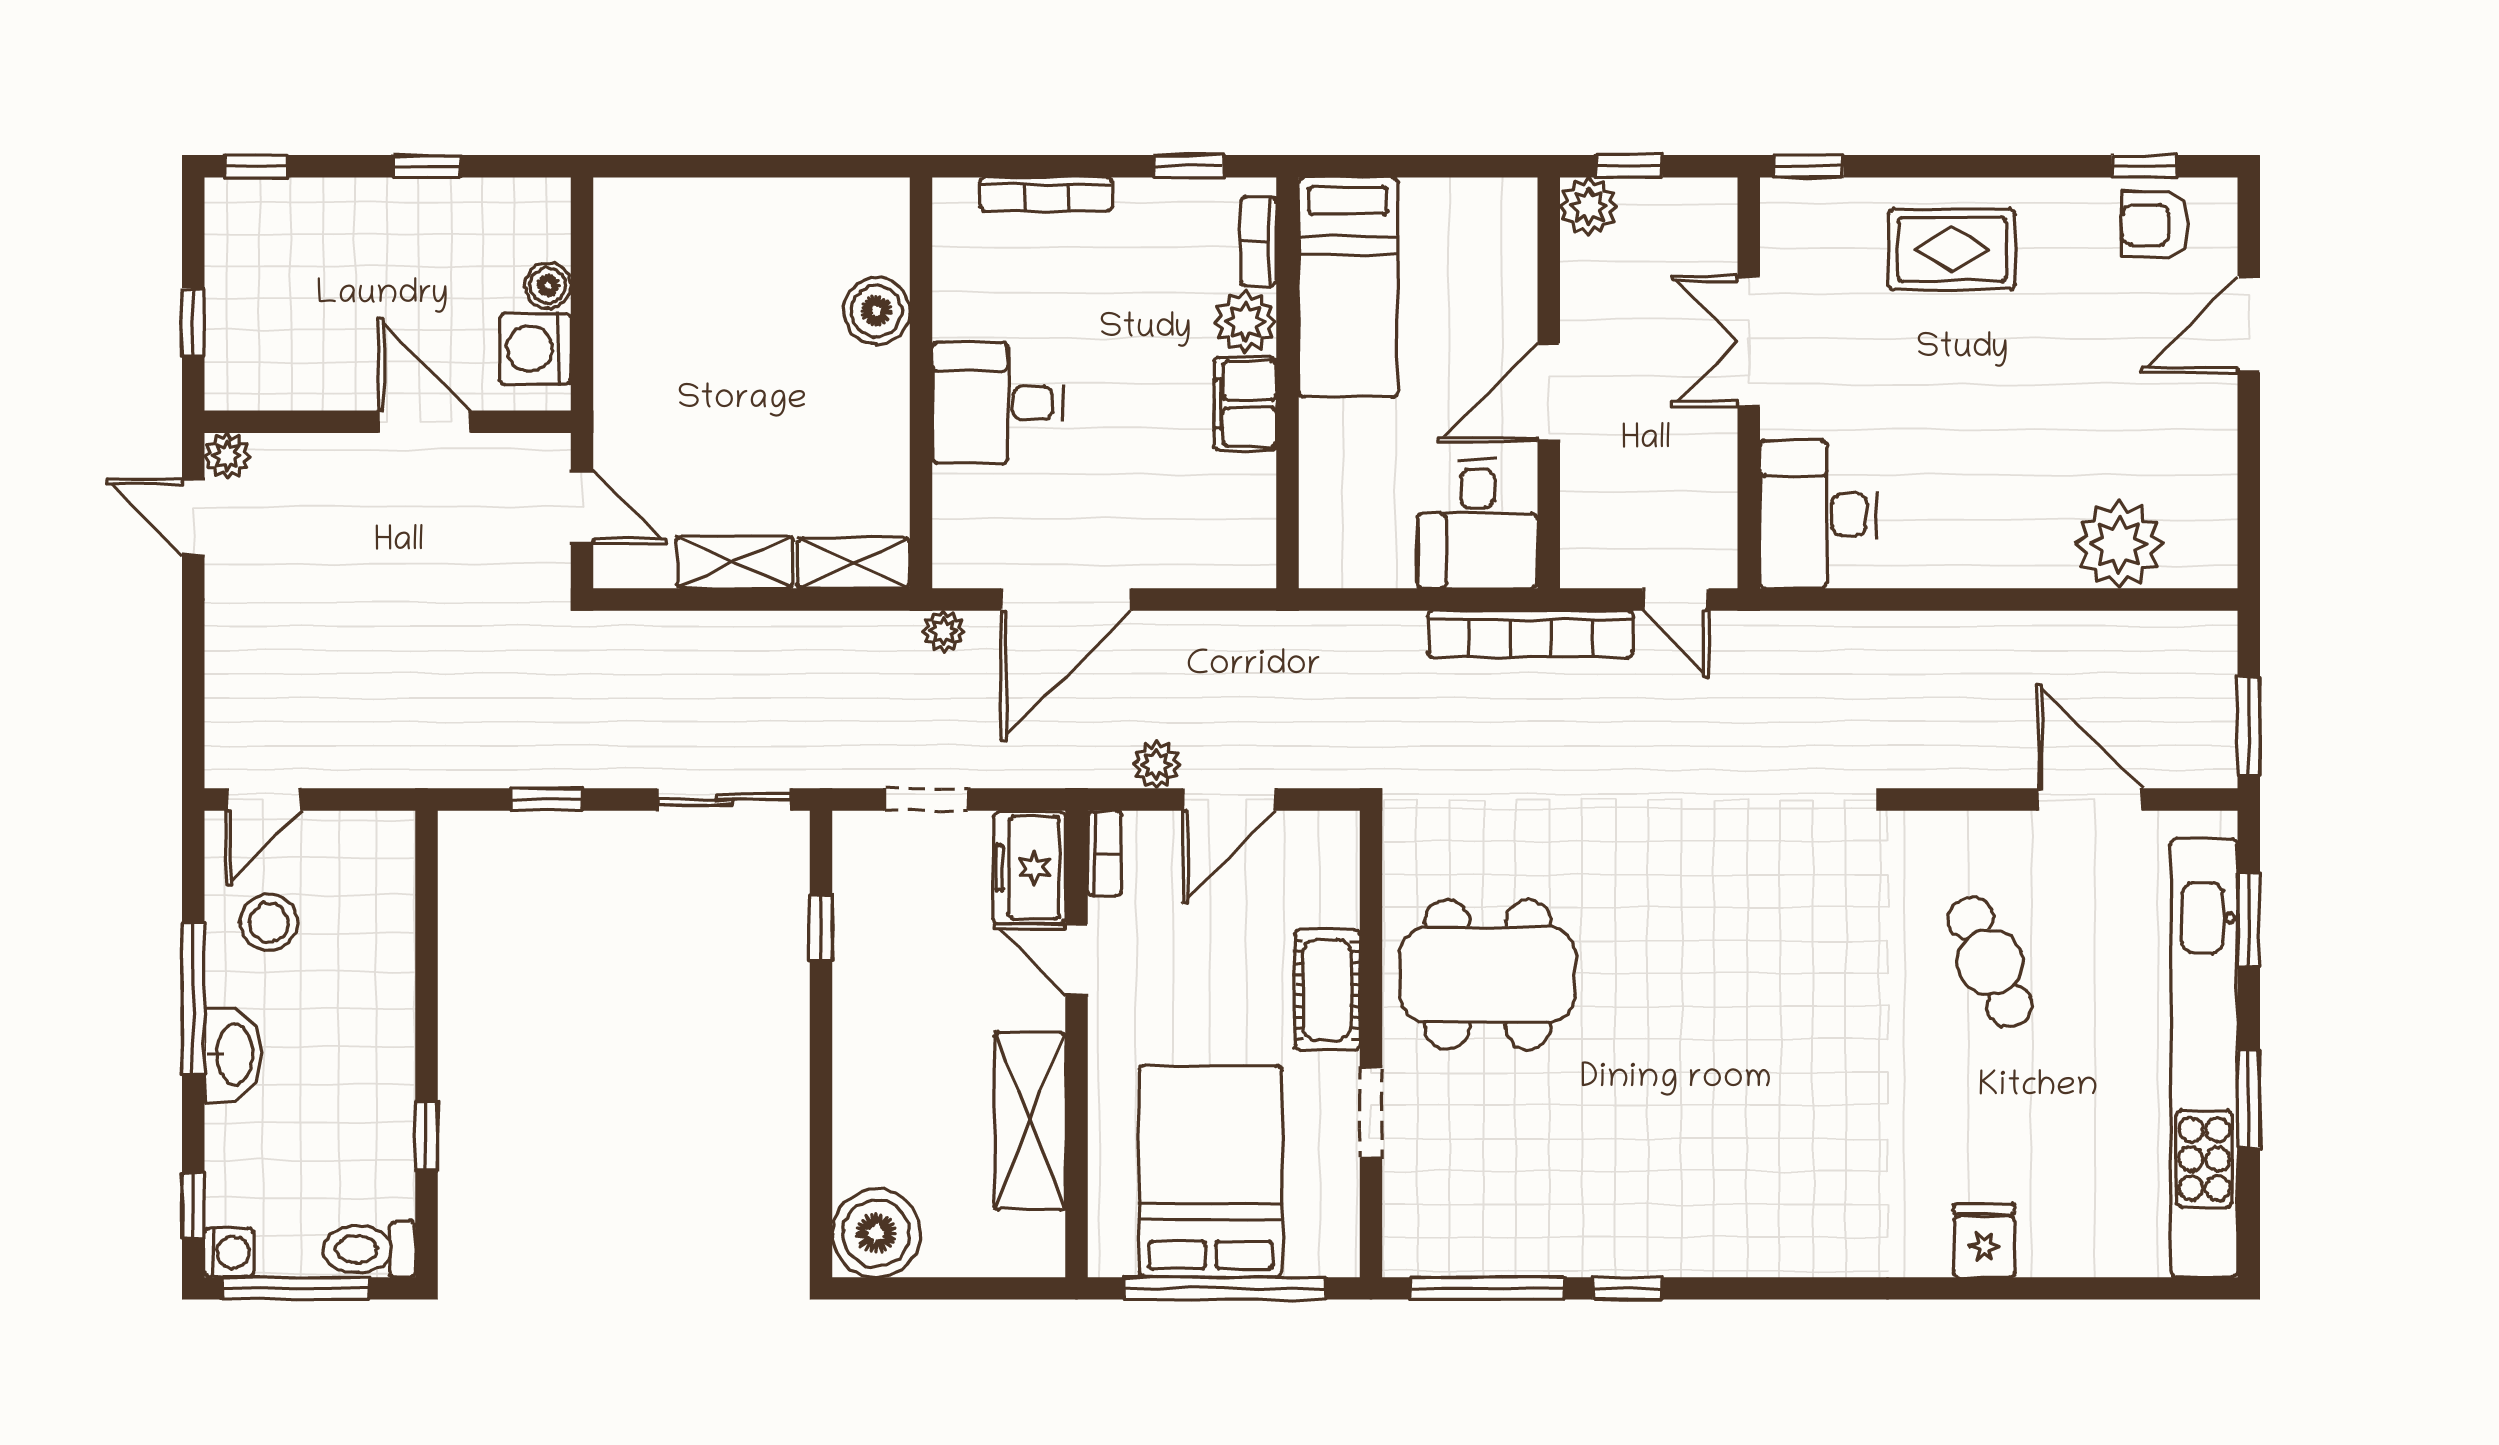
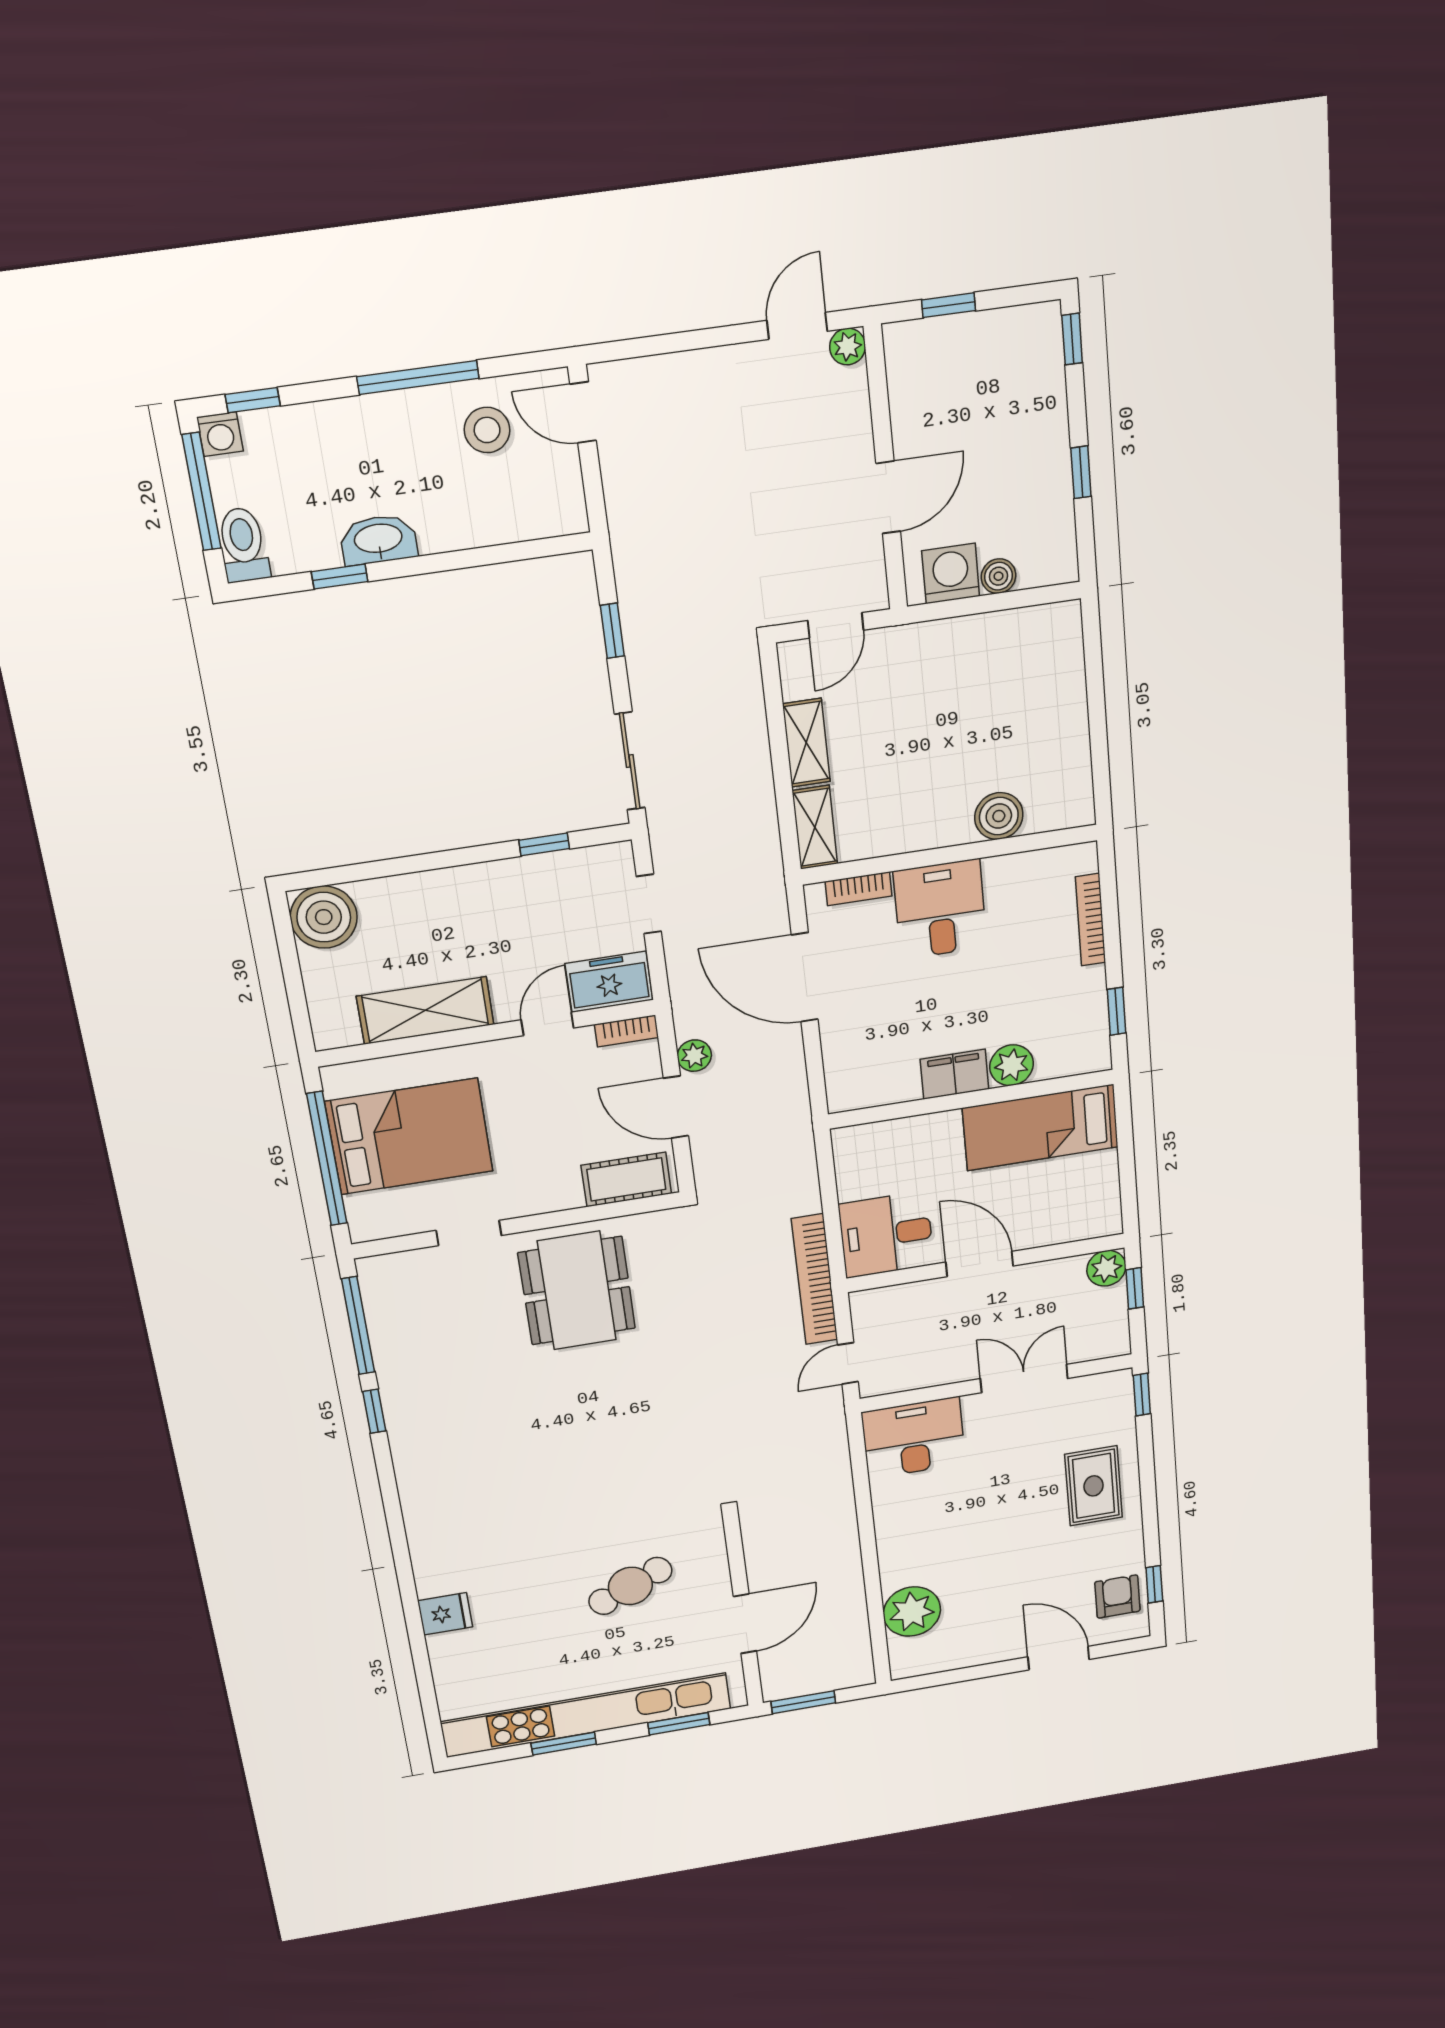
bookcase: (1259, 241) -> (859, 889), moved, turned 180
plant: (944, 631) -> (772, 897), removed
cot: (1327, 990) -> (626, 1179), moved
washbasin: (233, 1054) -> (378, 540), moved, turned 180

